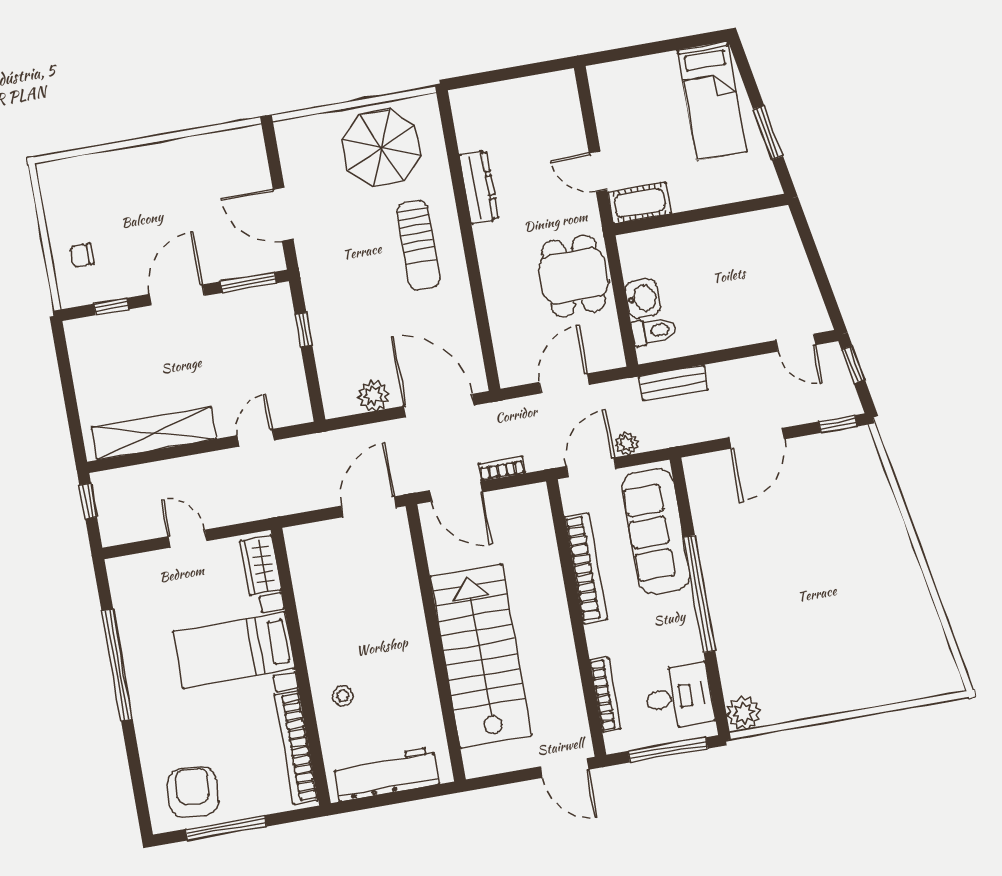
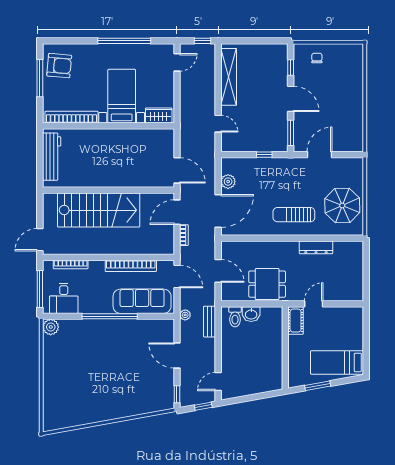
plant: (627, 444) -> (185, 315), moved
door: (188, 539) -> (177, 62), moved
stool: (343, 696) -> (92, 143), removed

